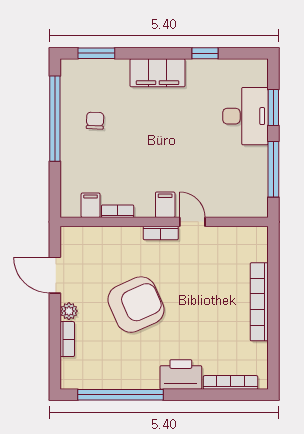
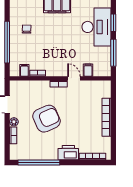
desk: (245, 116) -> (96, 27), width x1.36, depth x1.30
window: (55, 119) -> (7, 42), moved
filing cabinet: (165, 205) -> (88, 70), moved

